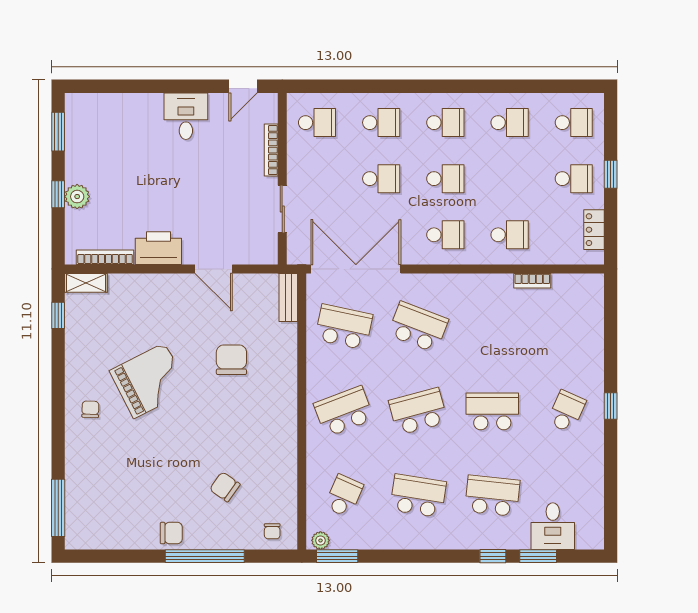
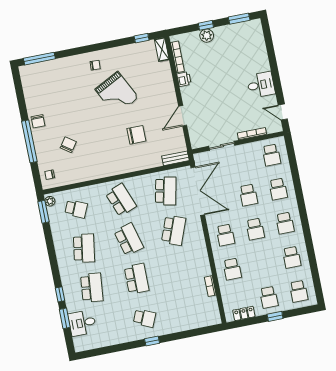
printer: (158, 248) -> (184, 79), width x0.53, depth x0.68

